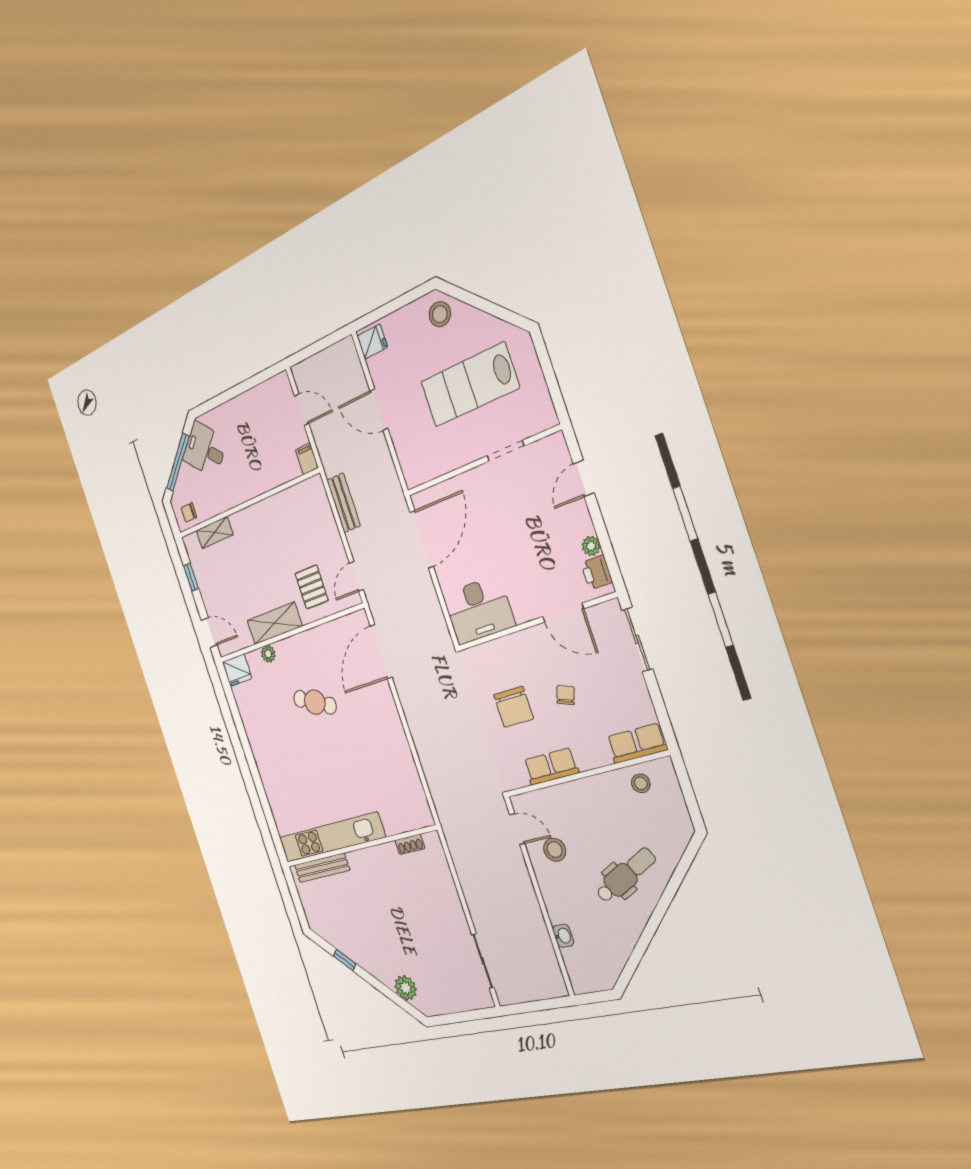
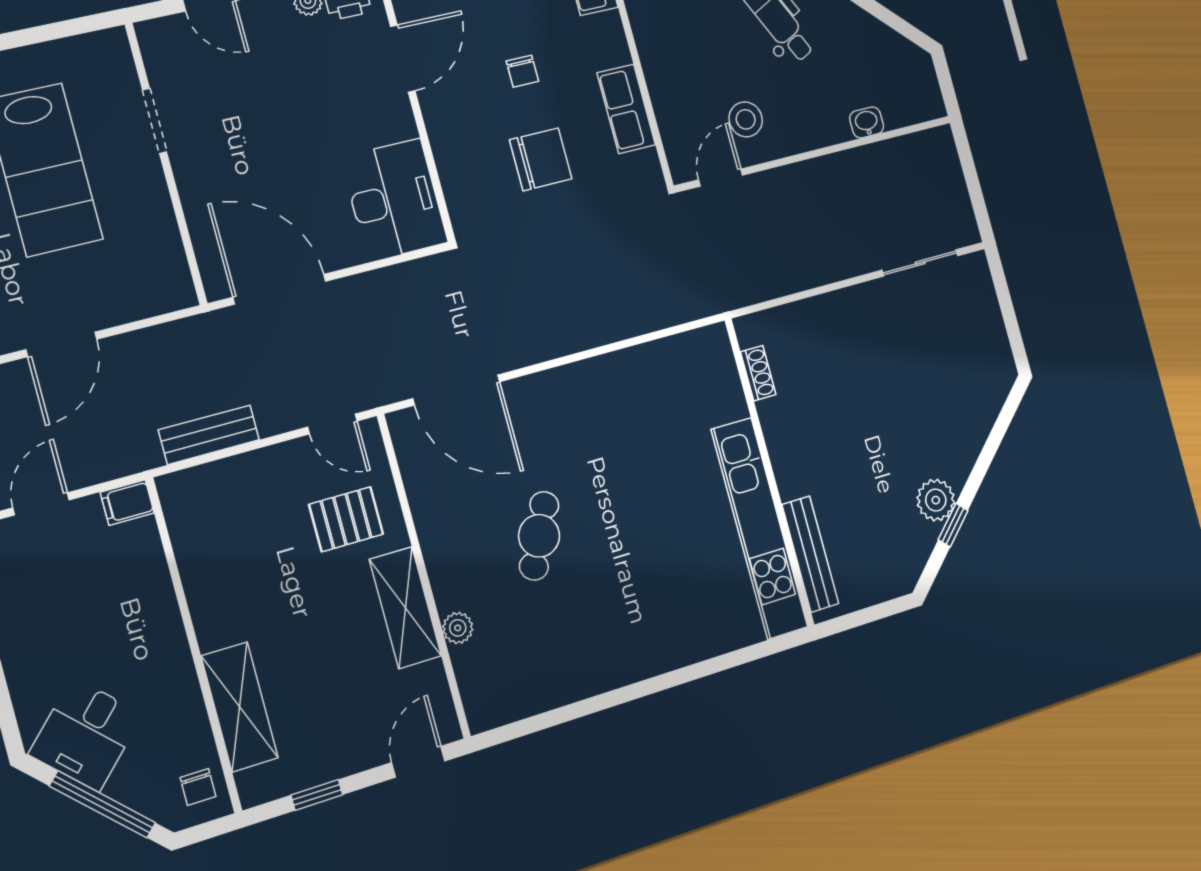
shelving: (215, 533) -> (240, 707), width x1.50, depth x1.33
fridge: (237, 670) -> (486, 703), removed
chair: (566, 695) -> (522, 71), turned -110
plant: (406, 988) -> (936, 500), moved

